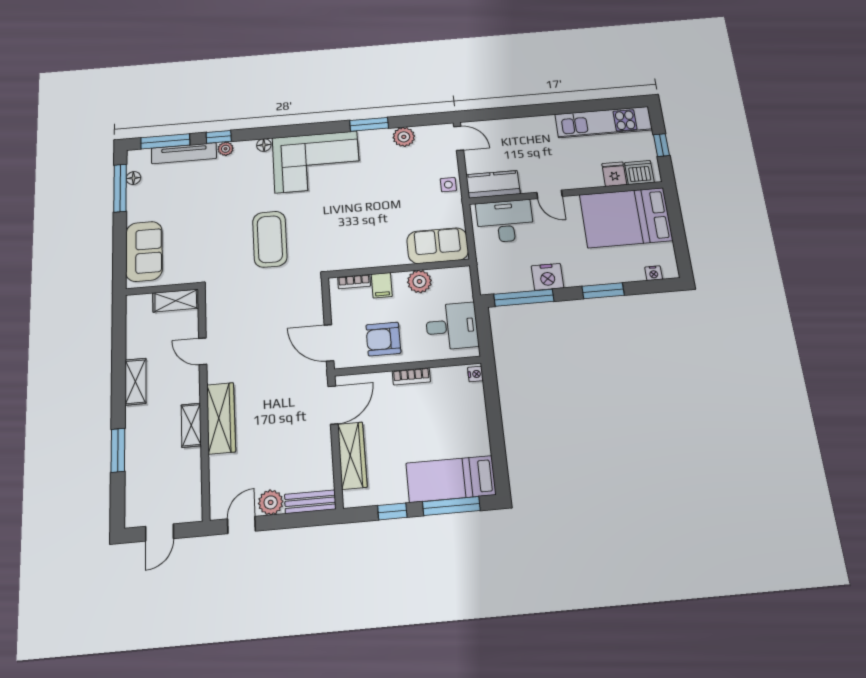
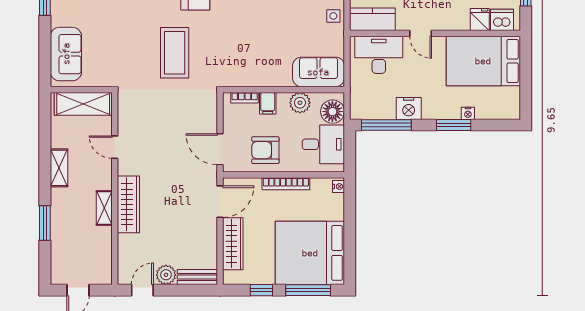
nightstand: (654, 273) -> (468, 113), moved
floor lamp: (459, 288) -> (332, 112), added
shelving: (176, 301) -> (83, 104), width x1.50, depth x1.33
bookcase: (411, 376) -> (286, 184), width x1.56
bed: (451, 479) -> (310, 253), width x2.04

